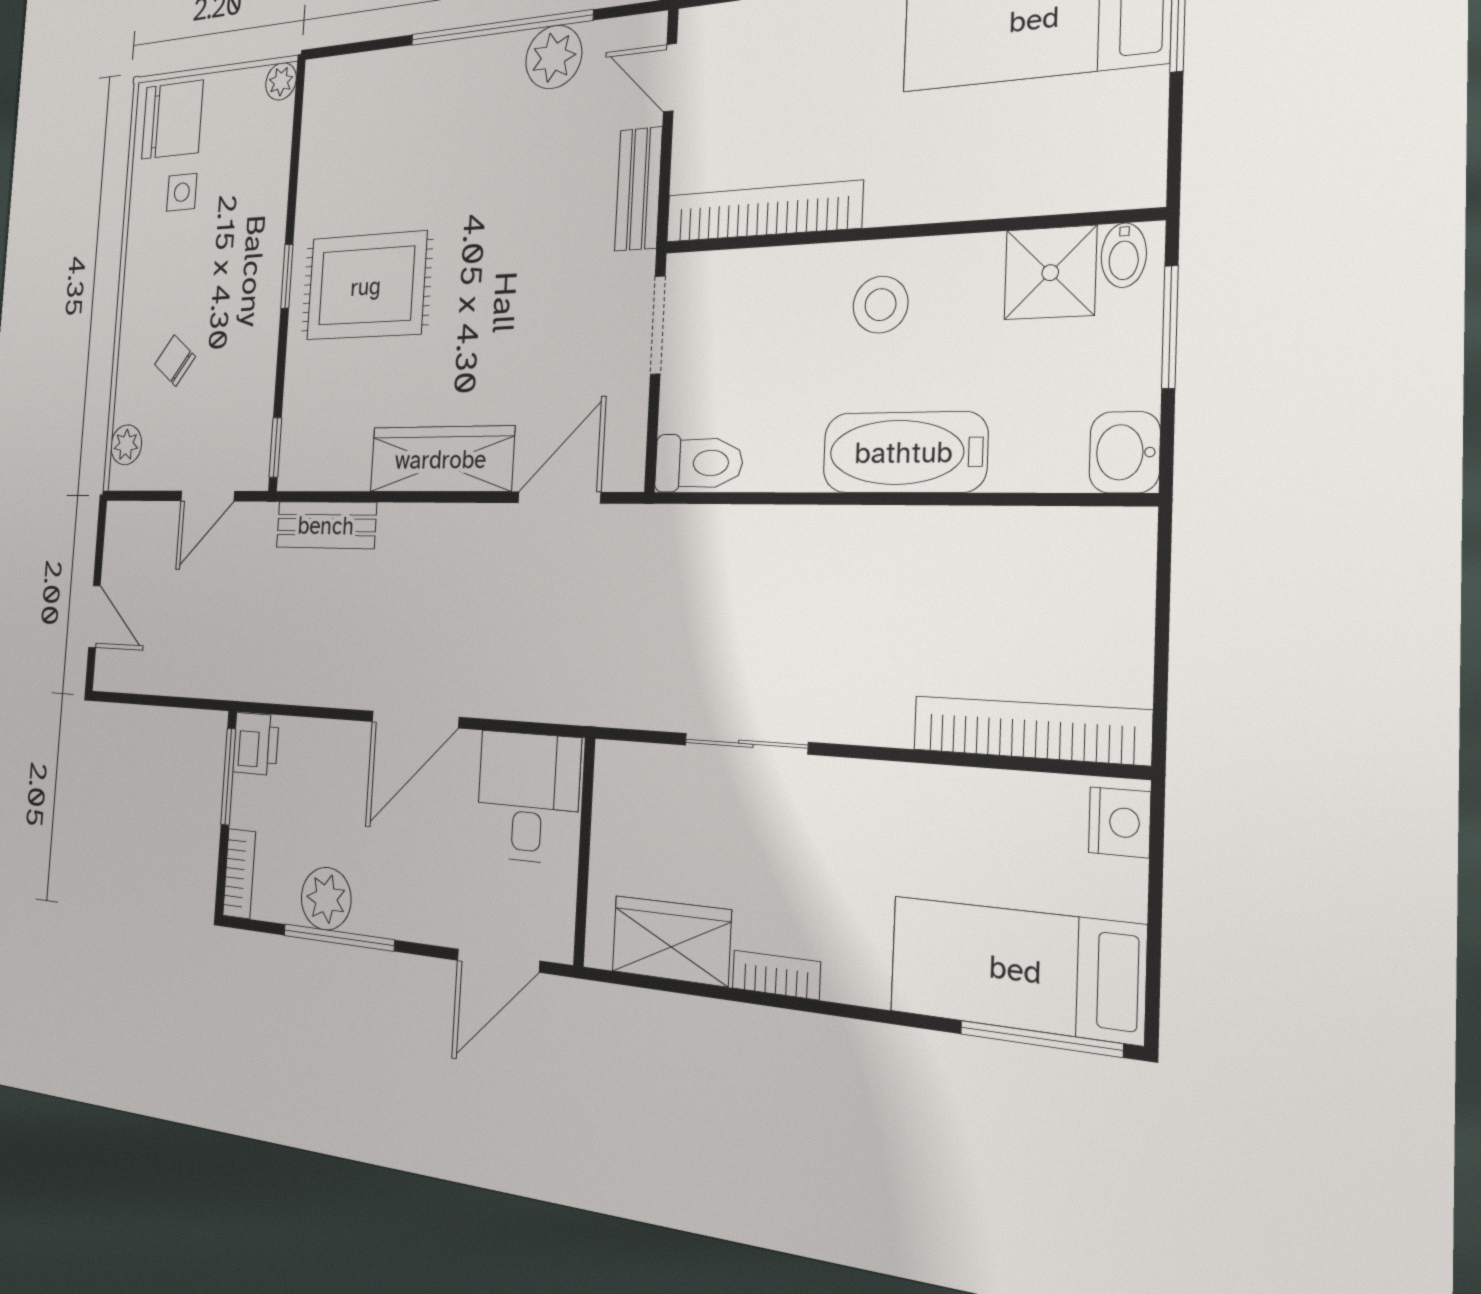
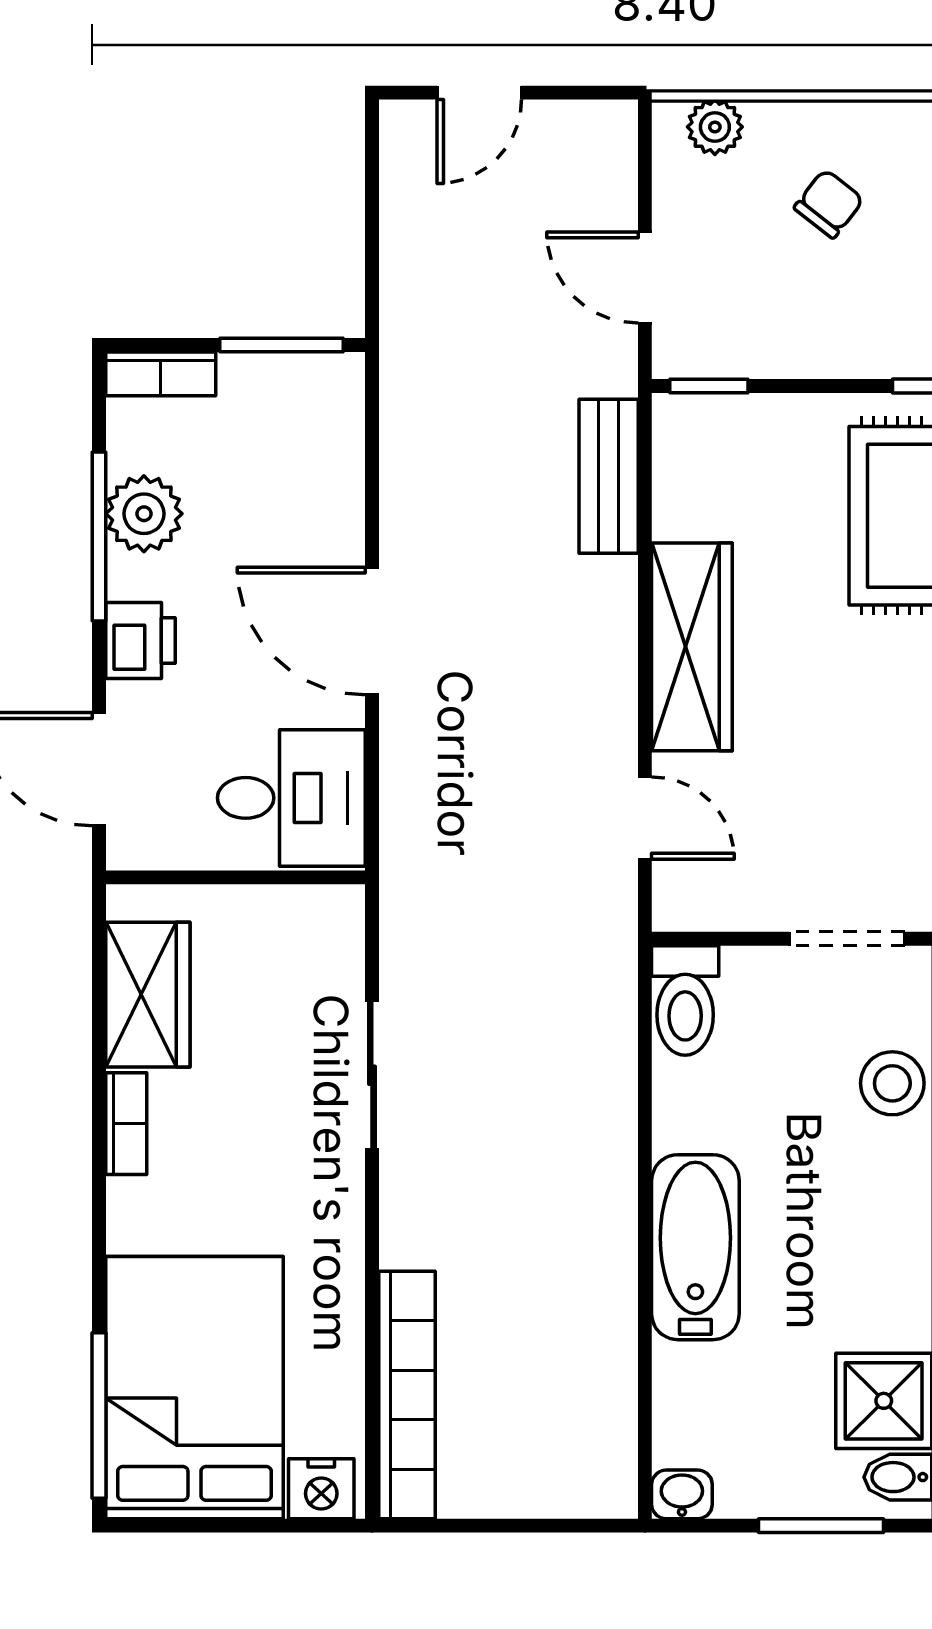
stool: (880, 305) -> (892, 1083), moved
washbasin: (1125, 452) -> (682, 1494), width x0.72, depth x0.69
door: (559, 498) -> (645, 818), width x0.73
printer: (256, 744) -> (140, 640), moved, turned -90
bed: (1015, 969) -> (194, 1388), width x1.50

